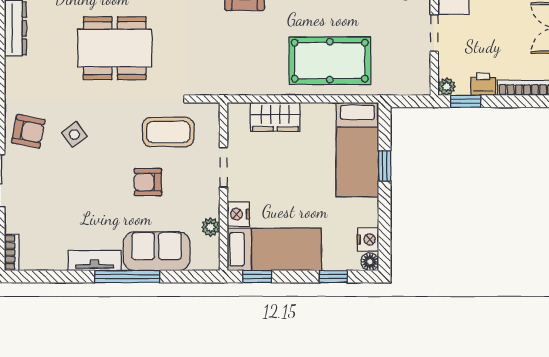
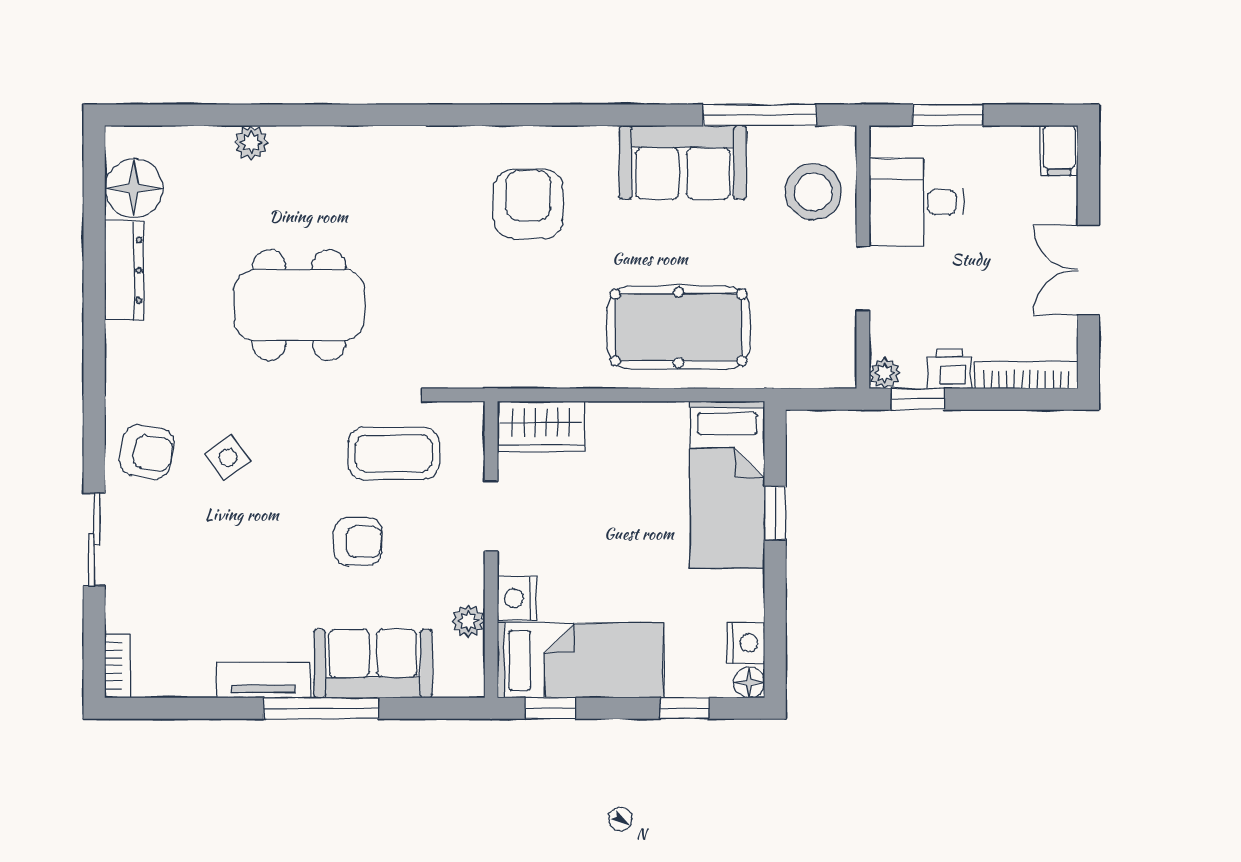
wardrobe: (275, 117) -> (541, 427), moved
armchair: (148, 182) -> (358, 542), turned 180

